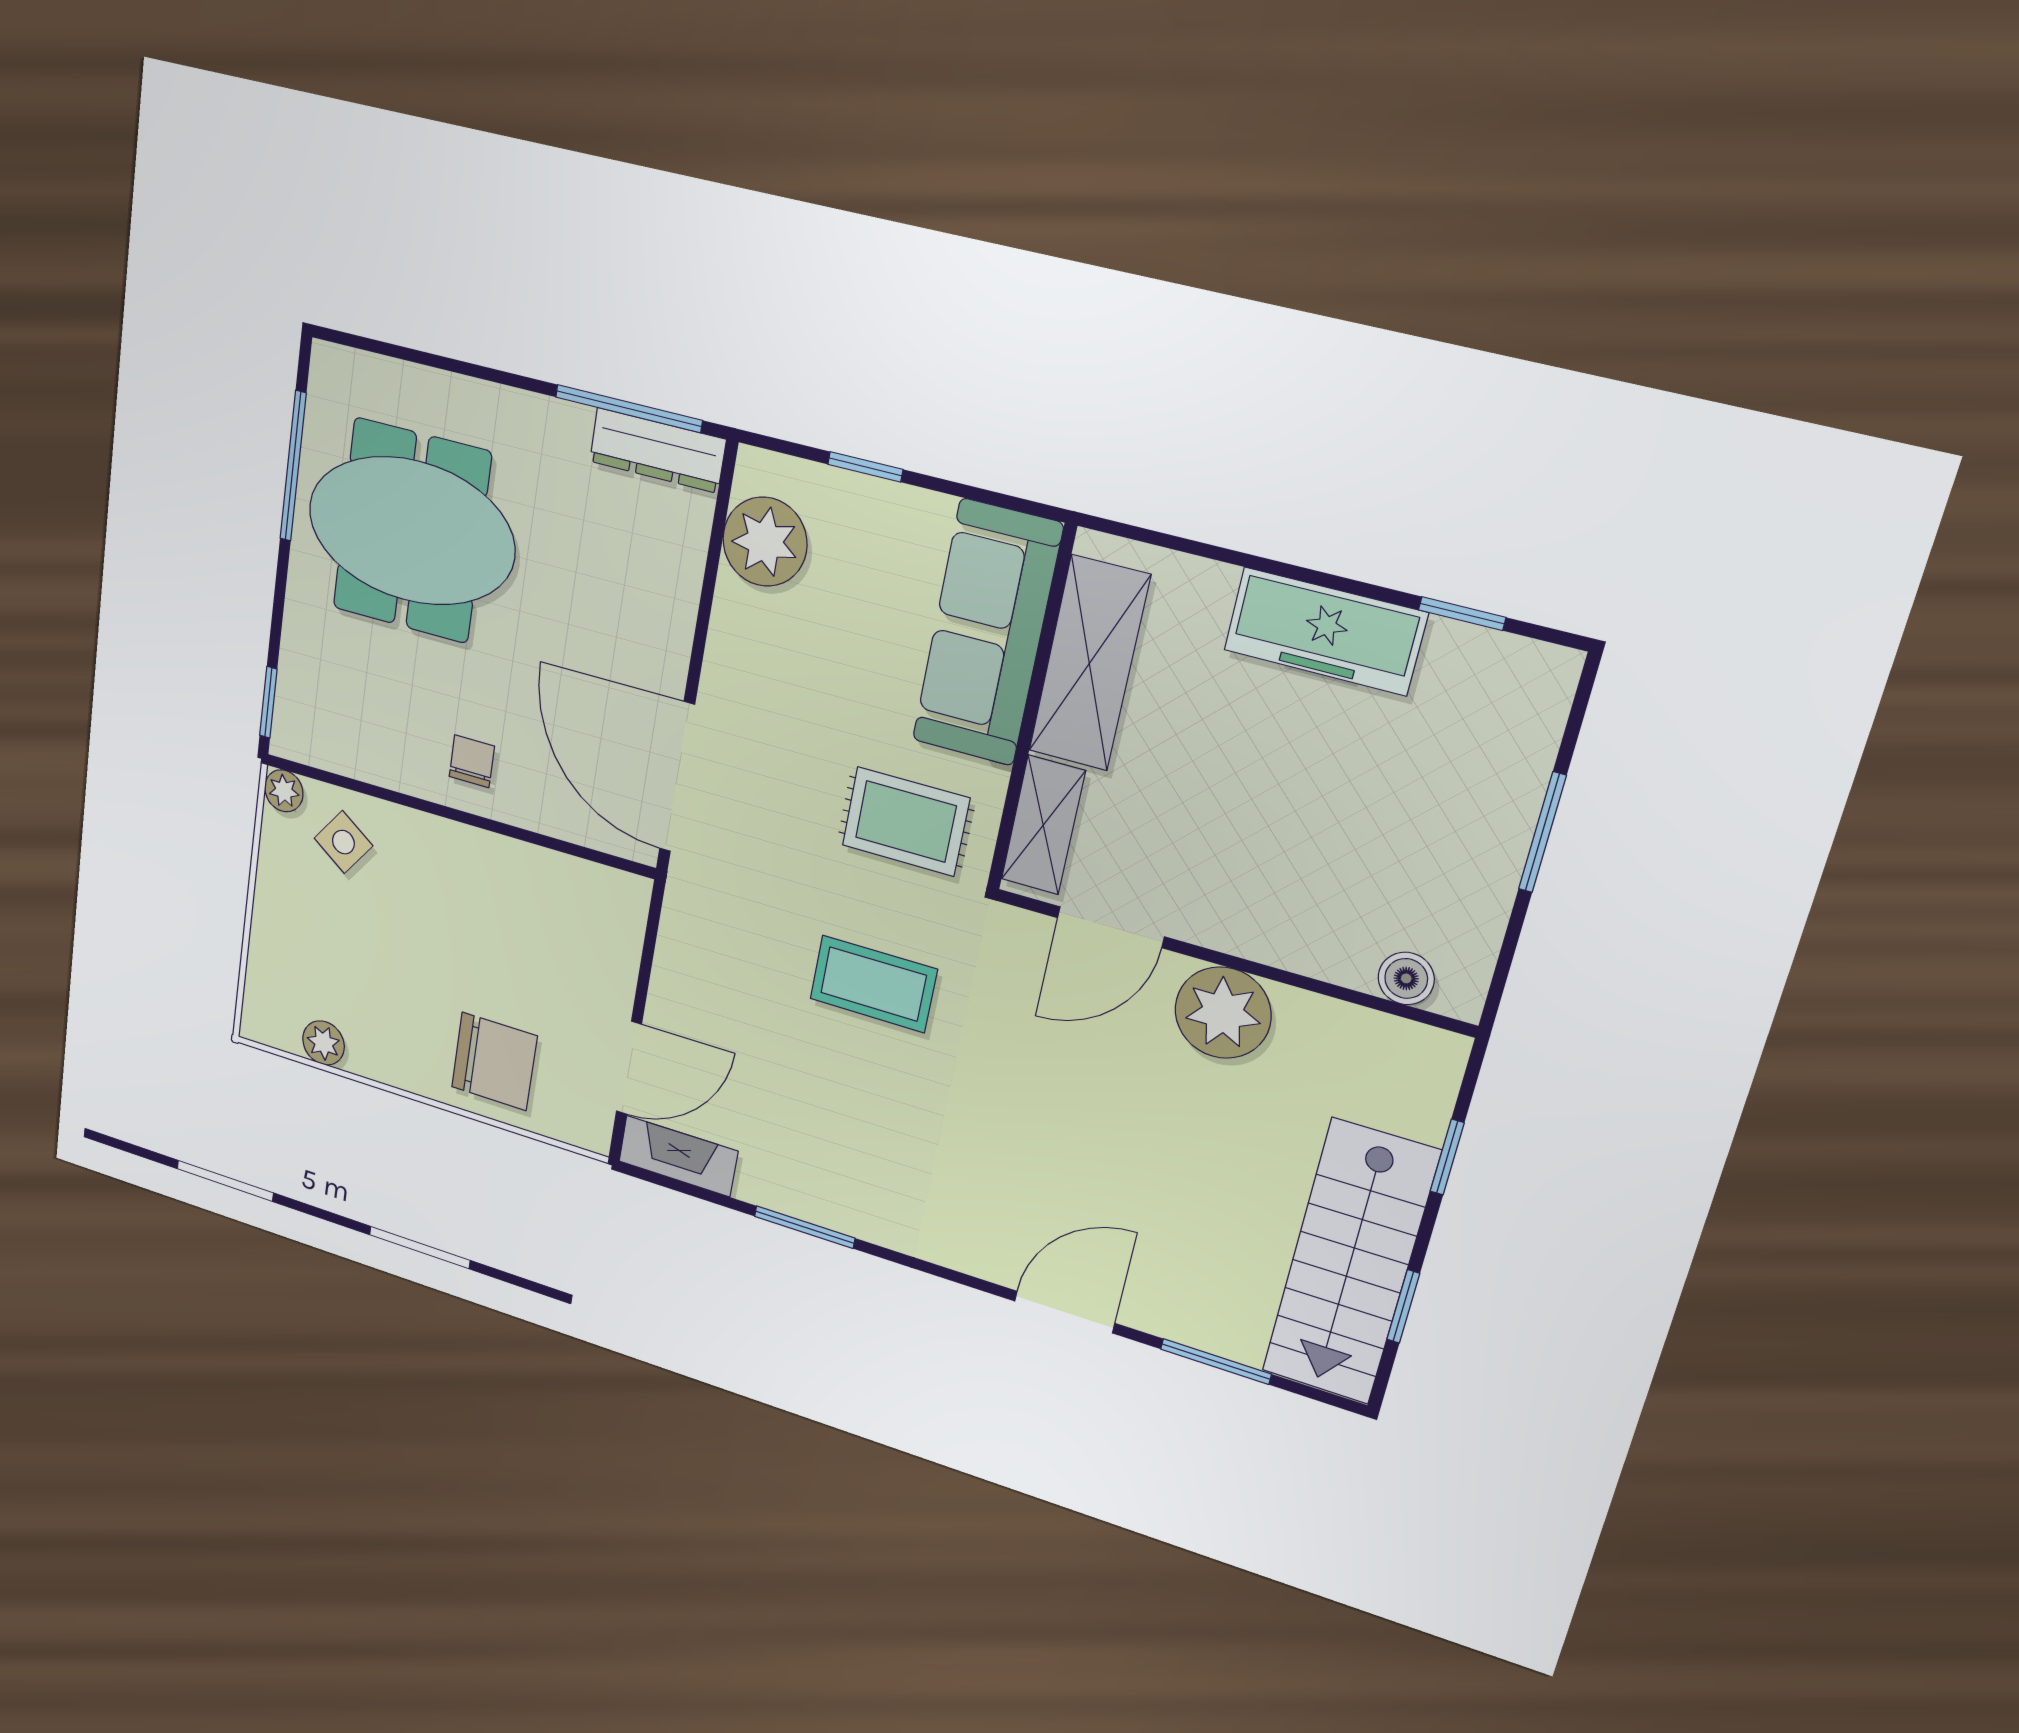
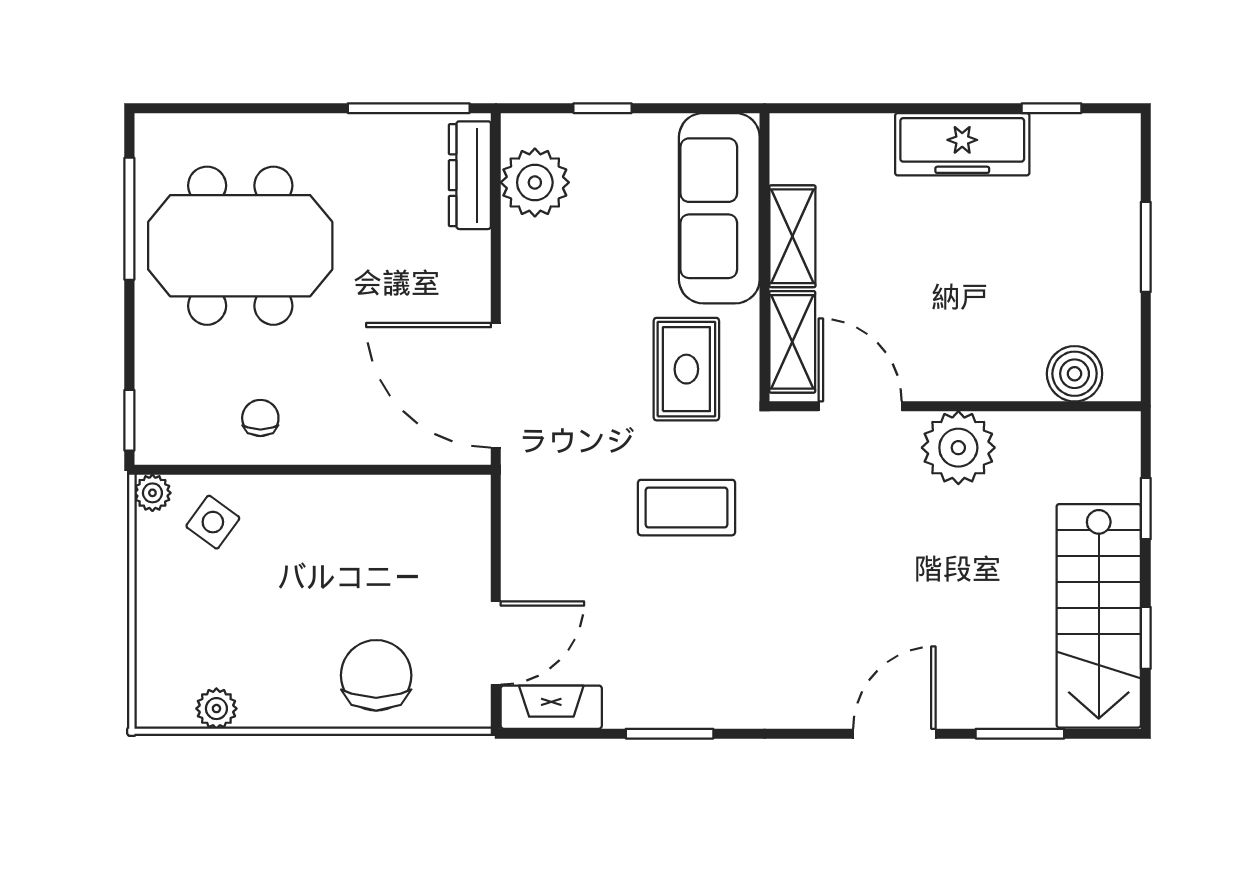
dresser: (657, 450) -> (470, 175), moved, turned 90
shelving: (1089, 664) -> (792, 236), width x0.67, depth x0.75
chair: (472, 761) -> (260, 418), moved
rug: (906, 822) -> (686, 369), turned 90
door: (1111, 927) -> (860, 406), swing flipped
boiler: (1406, 978) -> (1075, 374), width x1.36, depth x1.36
chair: (494, 1061) -> (376, 675), turned -90

